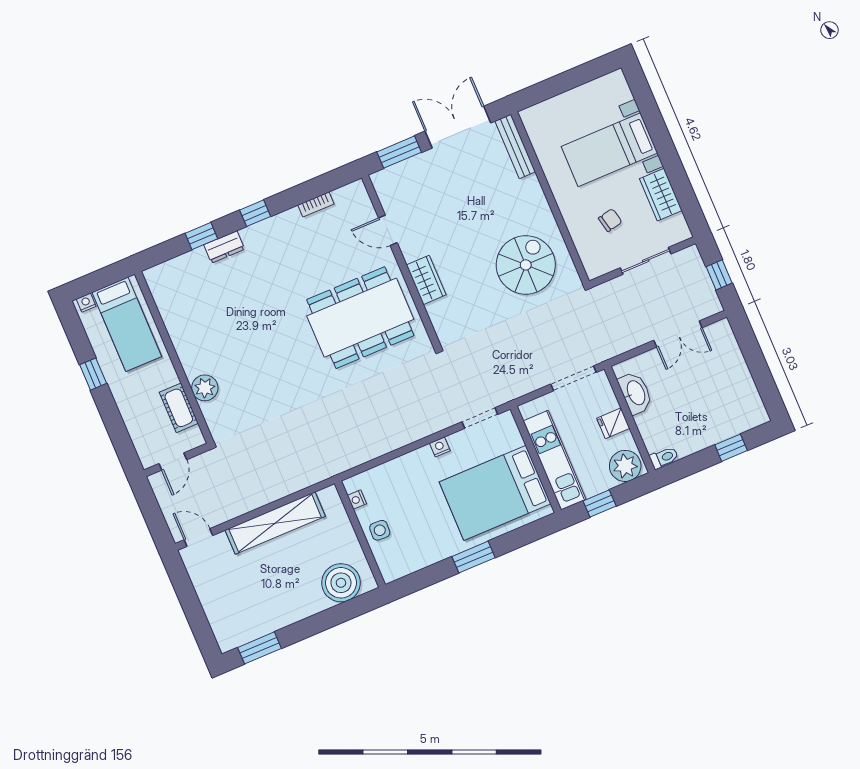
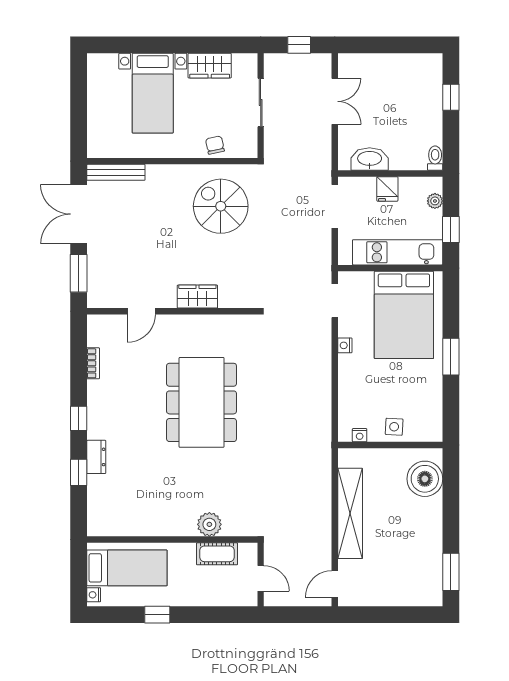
chair: (610, 220) -> (215, 145), moved
dining table: (360, 318) -> (202, 402), moved
plant: (625, 466) -> (435, 201), width x0.53, depth x0.53

